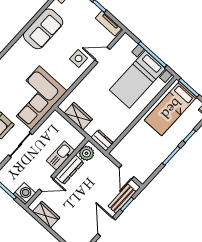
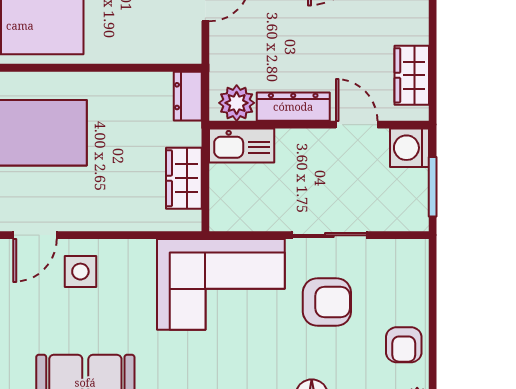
door: (102, 55) -> (35, 235), hinge flipped
kitchen sink: (61, 156) -> (242, 146), moved

